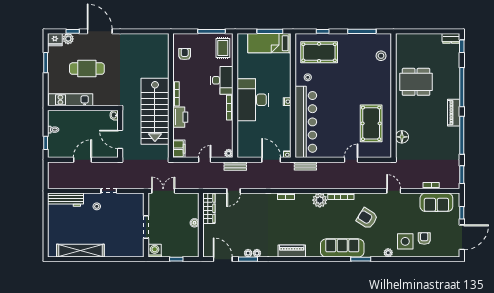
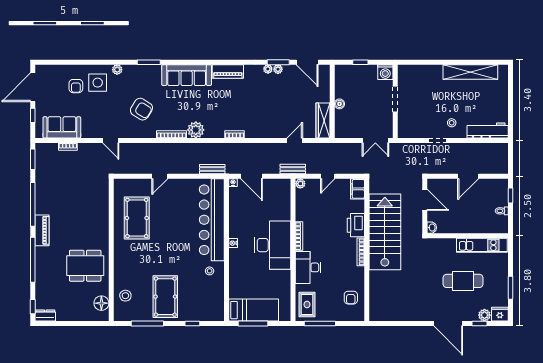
pool table: (319, 52) -> (165, 297), moved, turned 90
floor lamp: (402, 137) -> (101, 303), moved
sofa: (342, 248) -> (187, 75), moved

